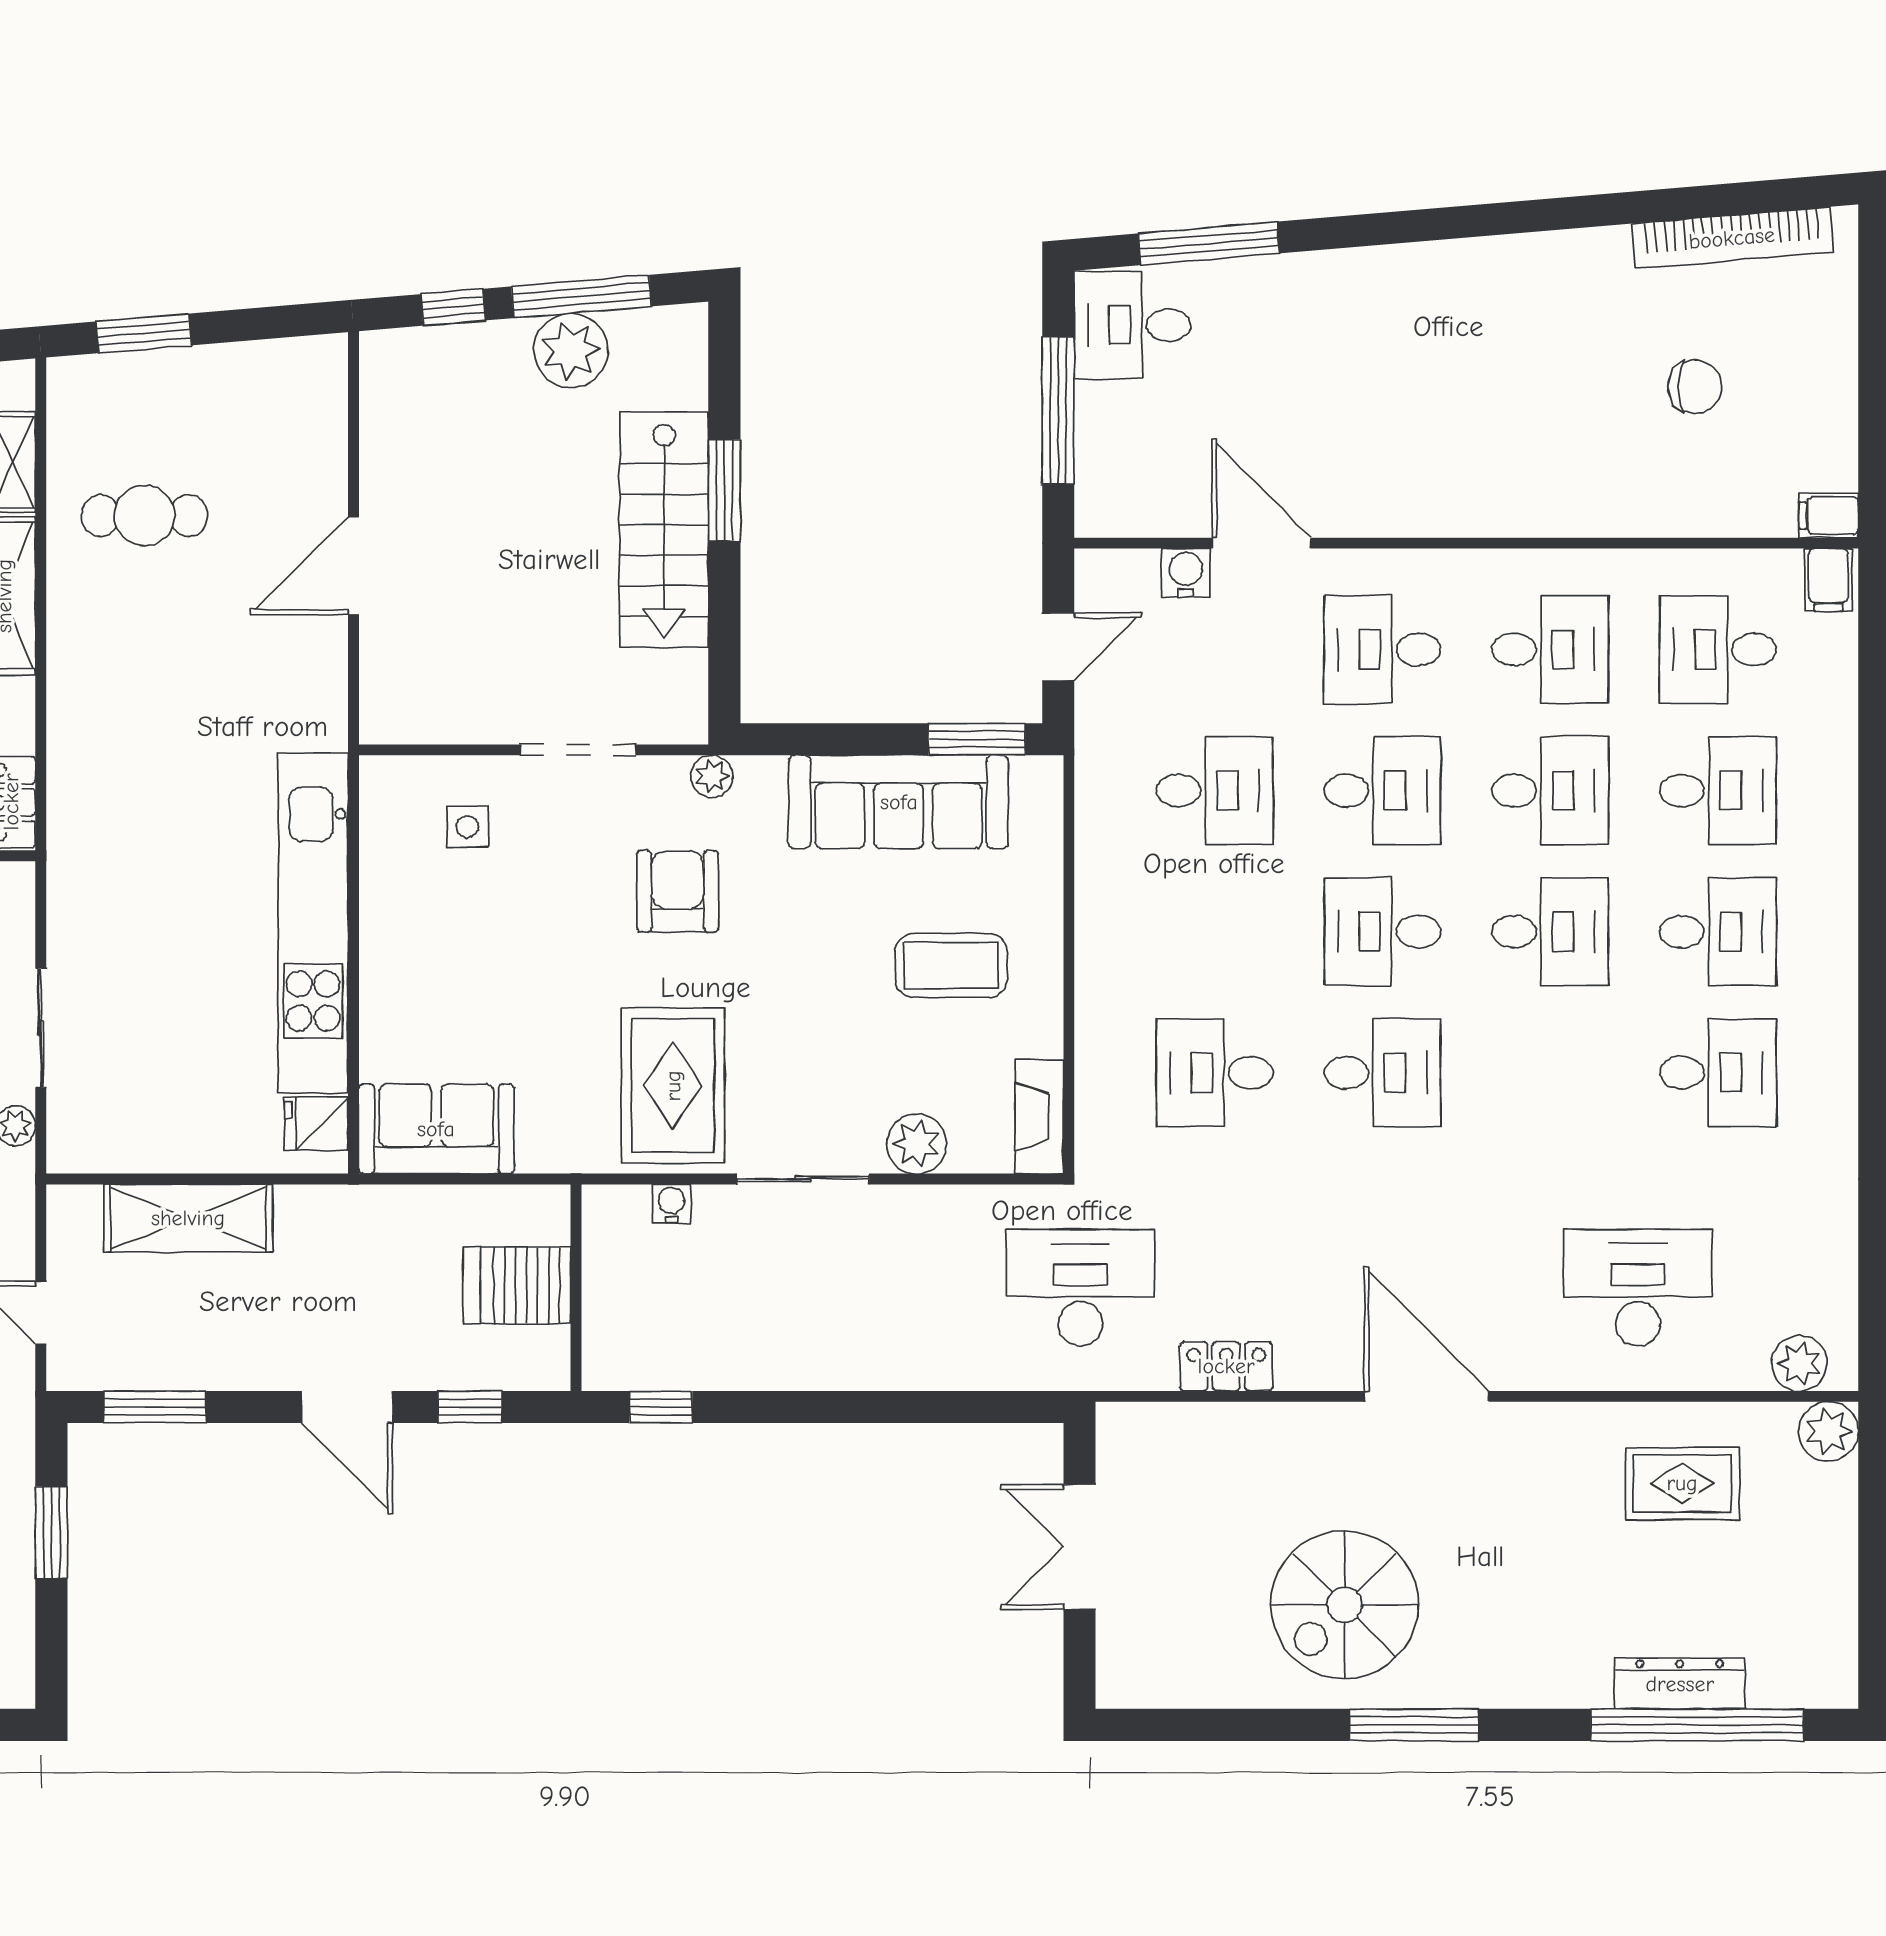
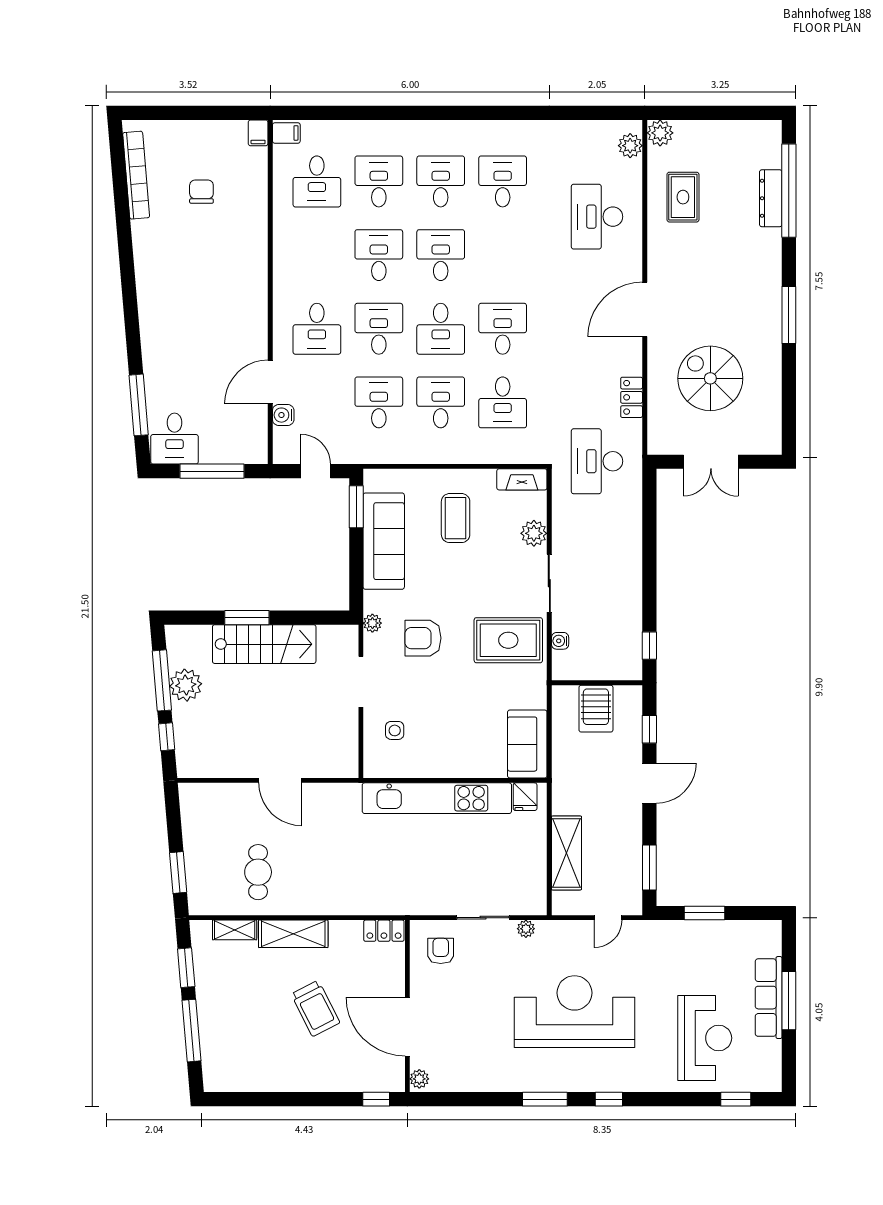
desk: (1550, 649) -> (441, 402), moved
spiral stairs: (1345, 1605) -> (710, 378), moved, turned 180

